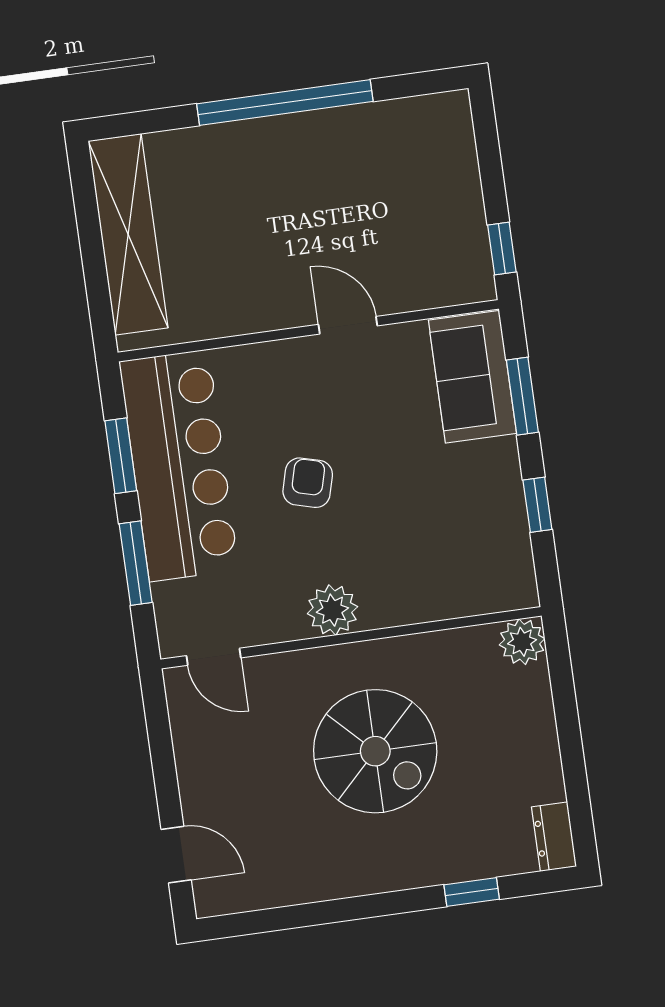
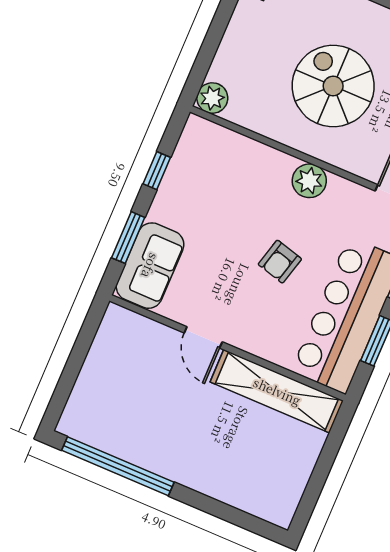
window: (285, 103) -> (118, 466), moved
shelving: (128, 234) -> (277, 391), moved, turned 90
window: (502, 249) -> (89, 328), removed

